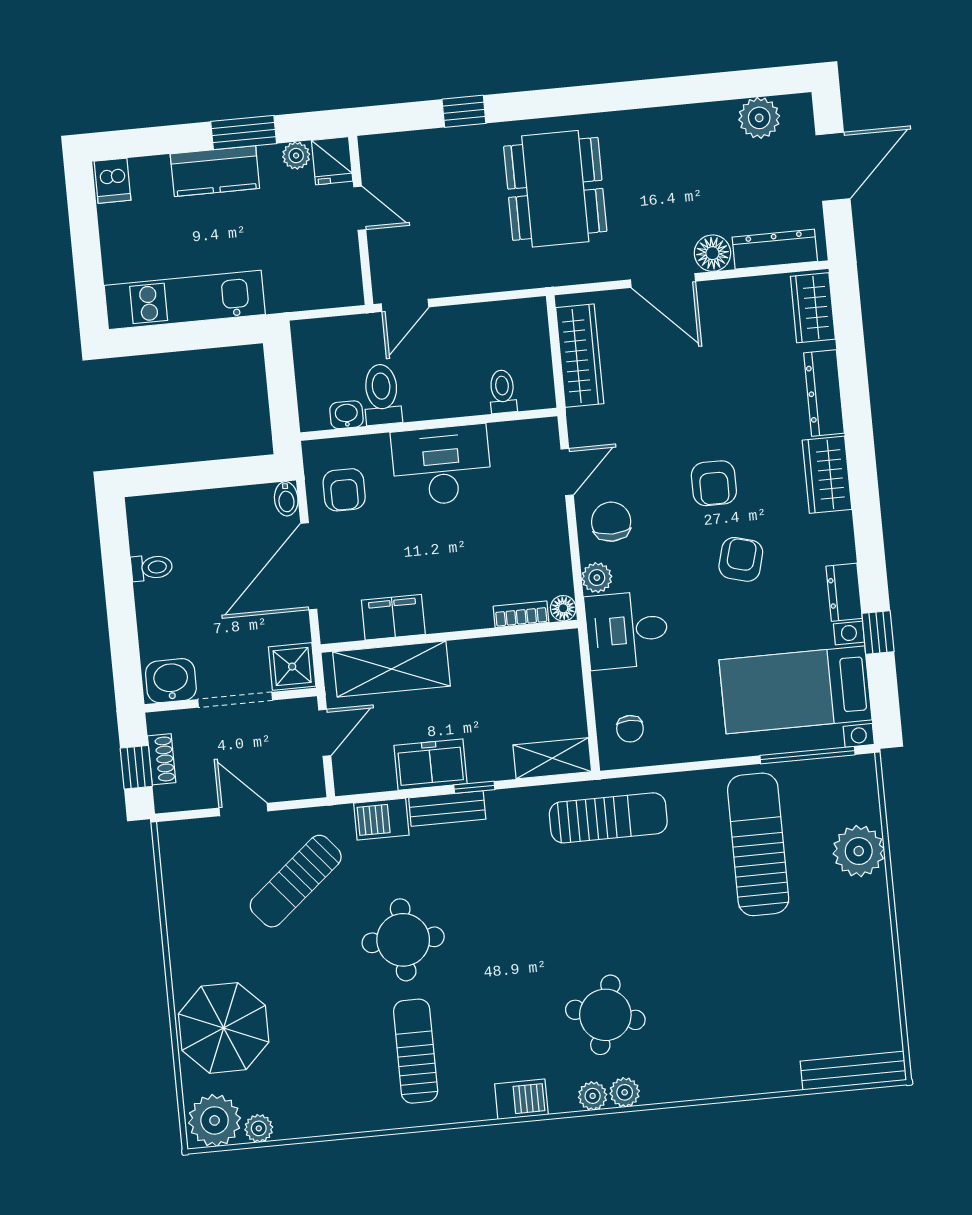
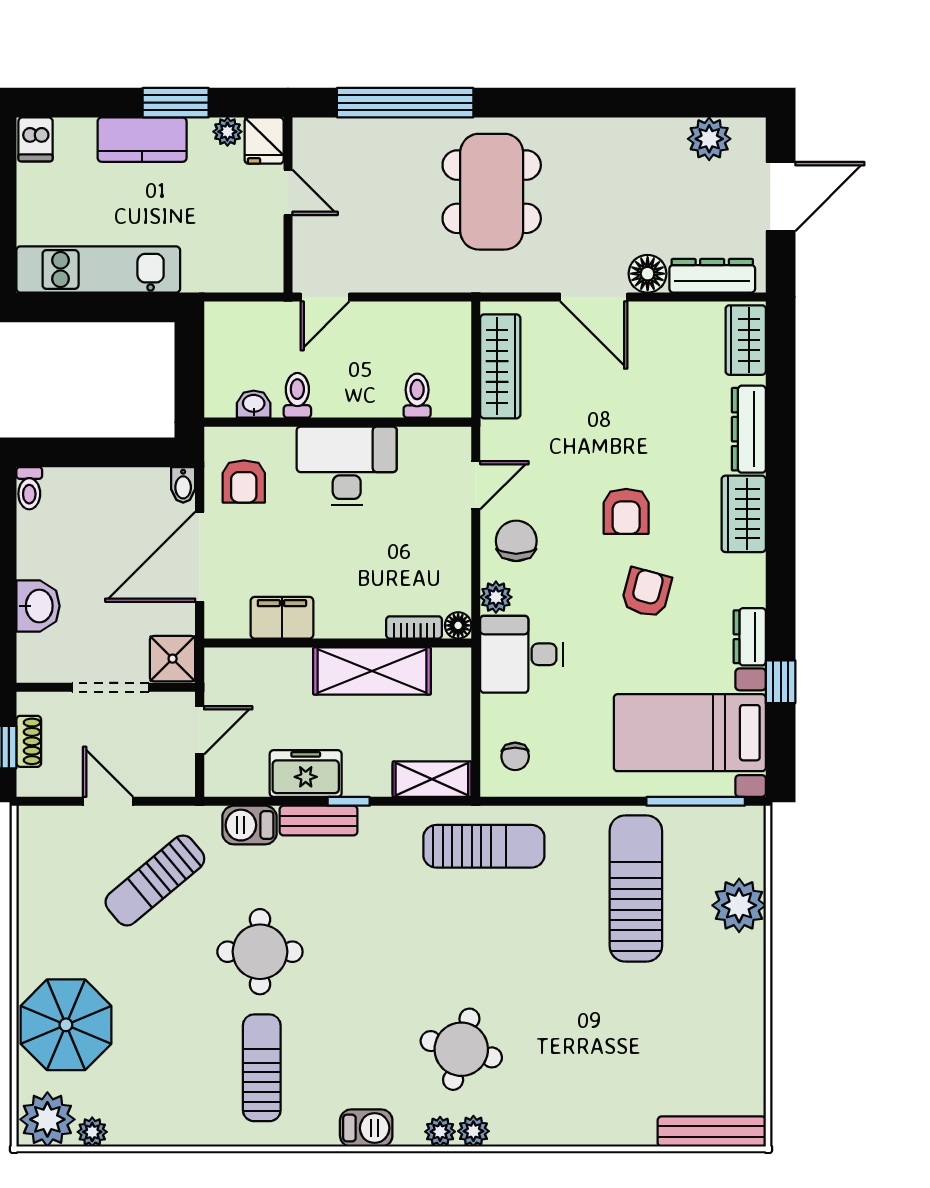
window: (464, 111) -> (405, 103), width x3.17
toilet: (382, 394) -> (297, 395), width x0.73, depth x0.72
toilet: (152, 568) -> (29, 488), moved, turned 90
shelving: (392, 669) -> (372, 671), moved
washbasin: (171, 681) -> (38, 606), moved, turned 90

